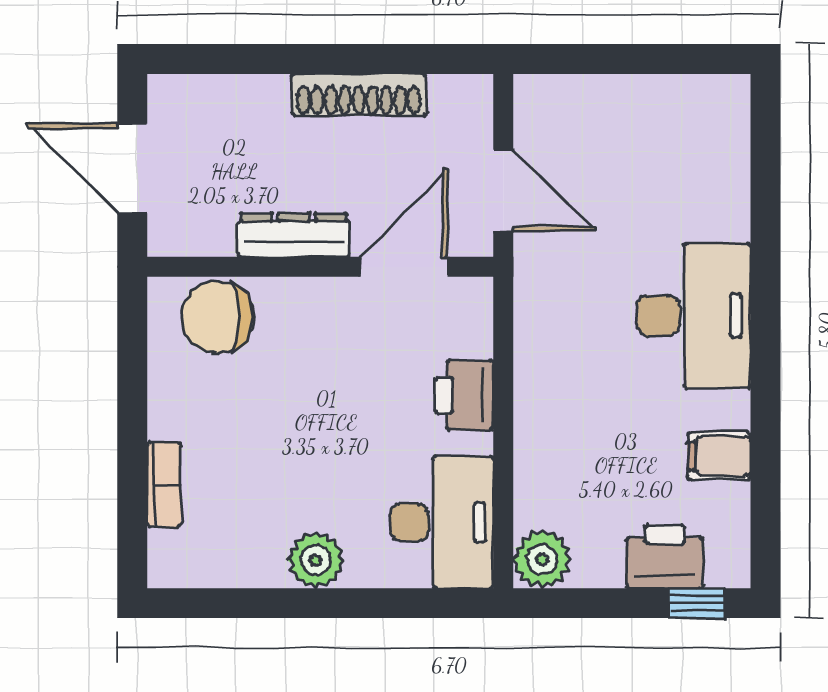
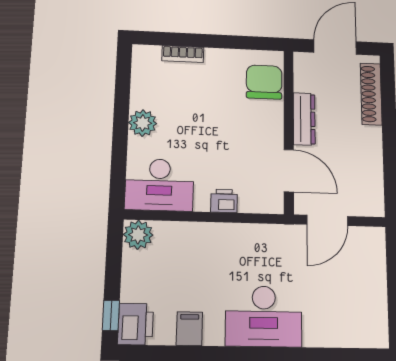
shoe rack: (359, 95) -> (371, 94), moved
printer: (464, 395) -> (224, 201), width x0.73, depth x0.81
printer: (665, 557) -> (136, 324), moved

